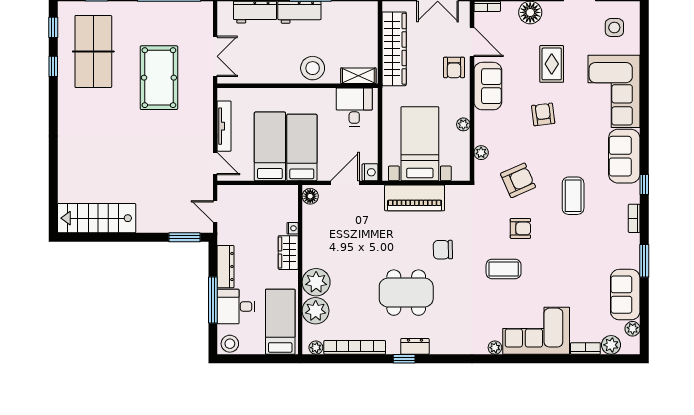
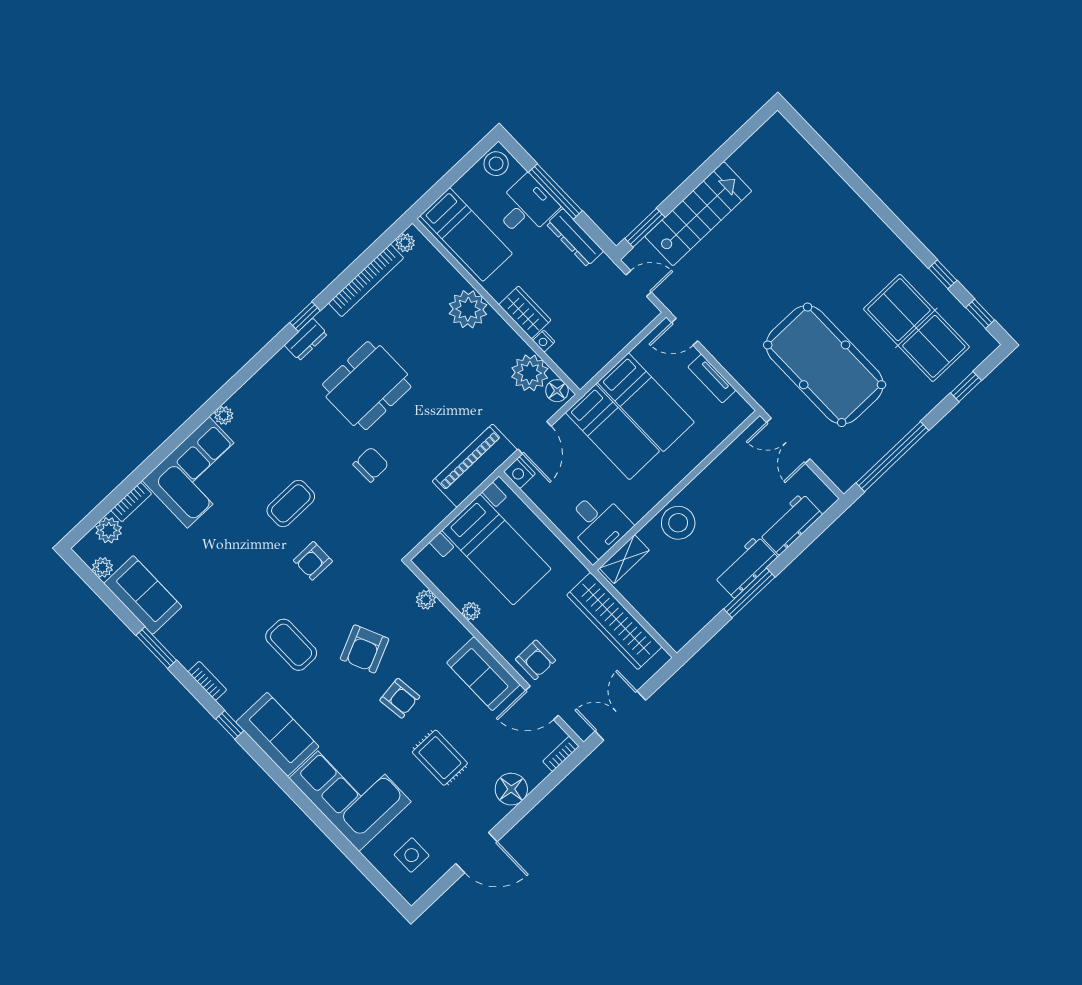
armchair: (454, 67) -> (536, 660), turned 180
pool table: (159, 78) -> (825, 365), width x1.36, depth x1.32
tv unit: (224, 126) -> (712, 379), width x0.71
armchair: (518, 180) -> (364, 649), moved
piano: (415, 198) -> (475, 466), moved
stairs: (97, 218) -> (698, 214), moved
plant: (316, 311) -> (530, 373), moved

